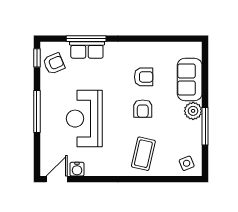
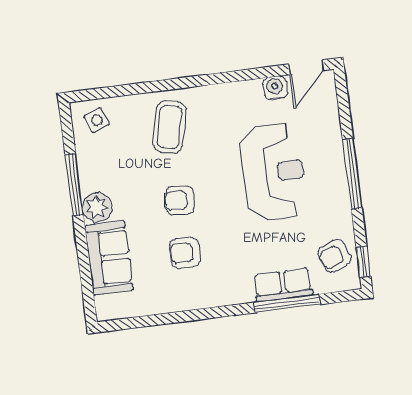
armchair: (143, 109) -> (180, 201), turned -85

